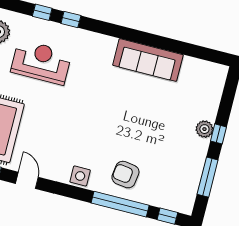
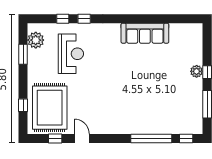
reception desk: (41, 62) -> (71, 54), turned 90
armchair: (125, 175) -> (150, 117), removed
side table: (80, 176) -> (118, 126), removed

